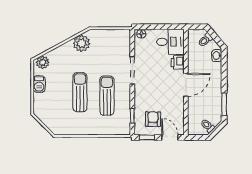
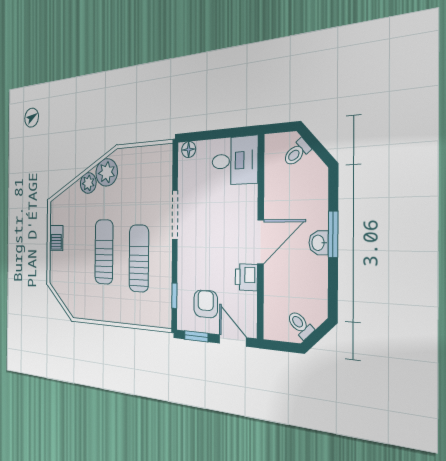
washbasin: (217, 56) -> (319, 243), moved
plant: (43, 62) -> (88, 183), moved
printer: (178, 62) -> (246, 277), moved
window: (224, 104) -> (333, 234), moved

